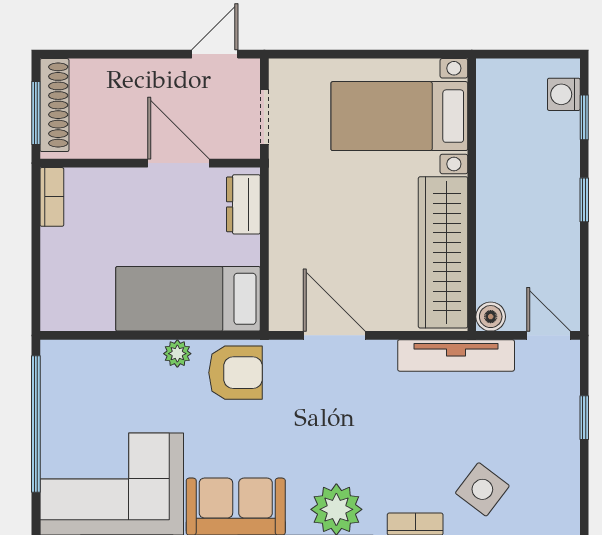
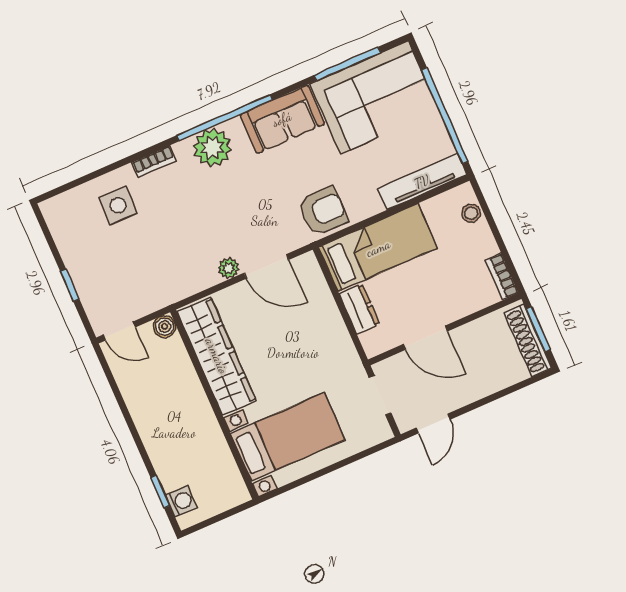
window: (584, 200) -> (135, 435), removed
dresser: (243, 204) -> (359, 309), moved
stool: (56, 291) -> (471, 213), added
plant: (177, 354) -> (229, 268), moved
tv unit: (456, 355) -> (422, 182), moved
armchair: (236, 373) -> (323, 211), turned 180
side table: (482, 489) -> (118, 205), turned -37

